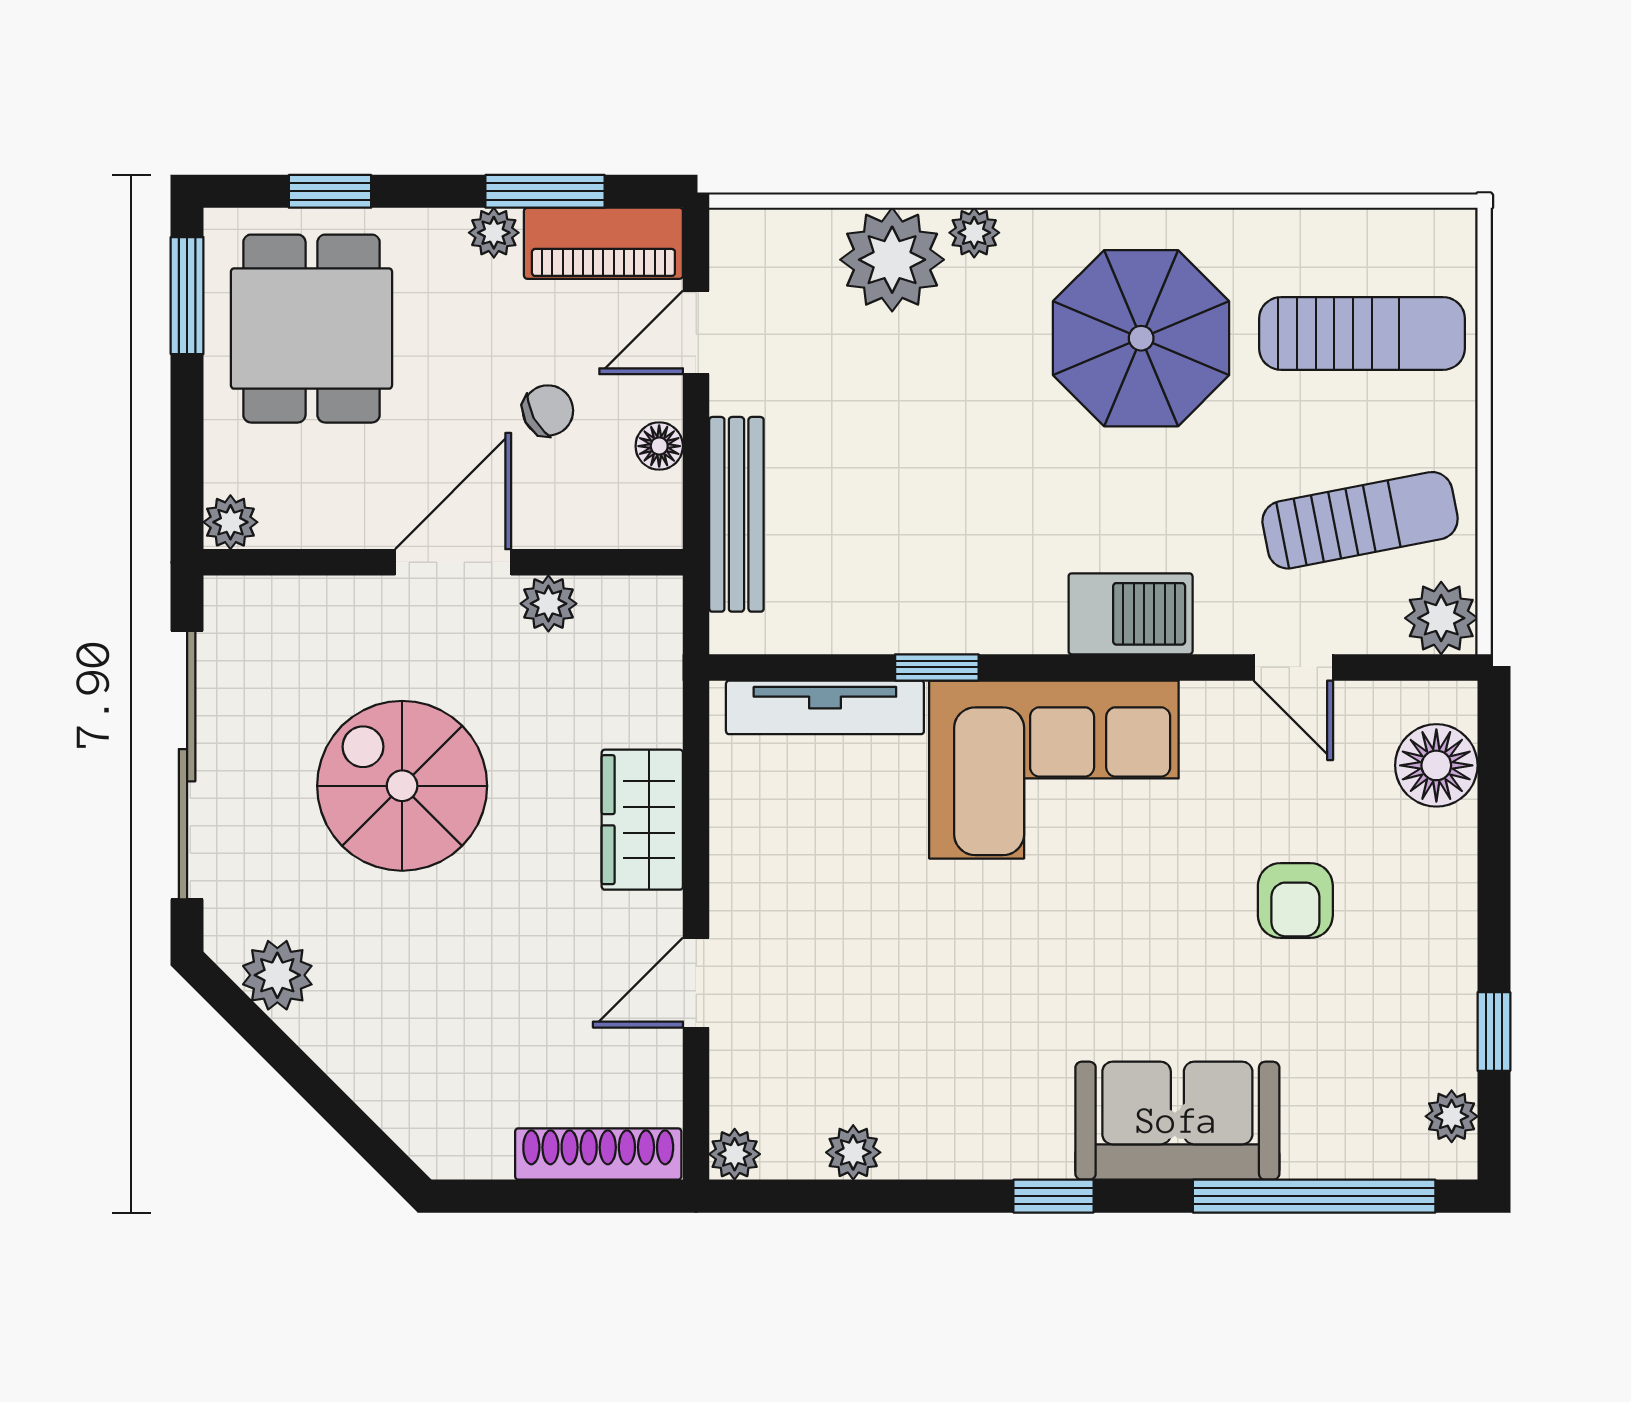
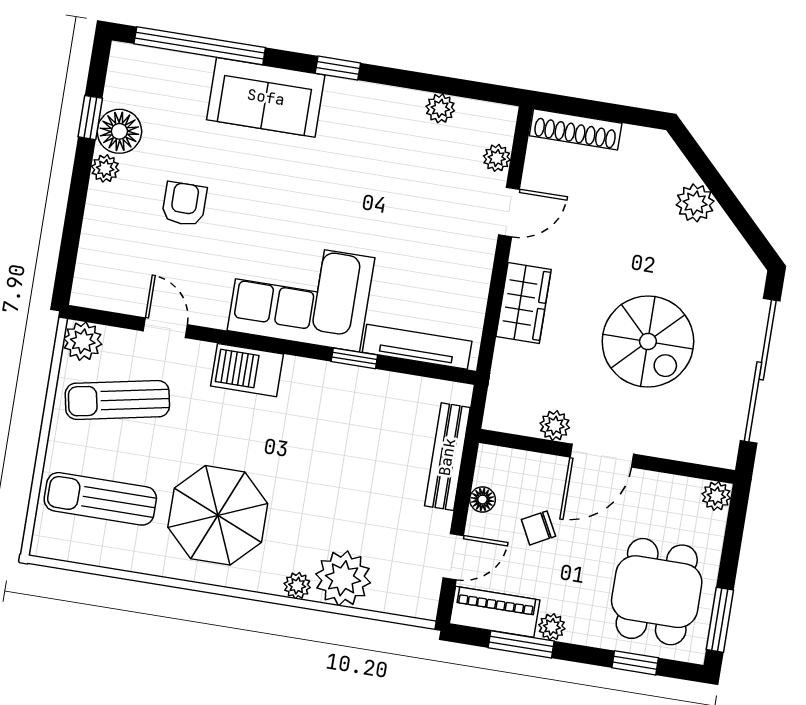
floor lamp: (1436, 765) -> (119, 131), moved
plant: (277, 975) -> (695, 203), moved
plant: (1452, 1116) -> (105, 168), moved
plant: (735, 1154) -> (497, 158), moved

